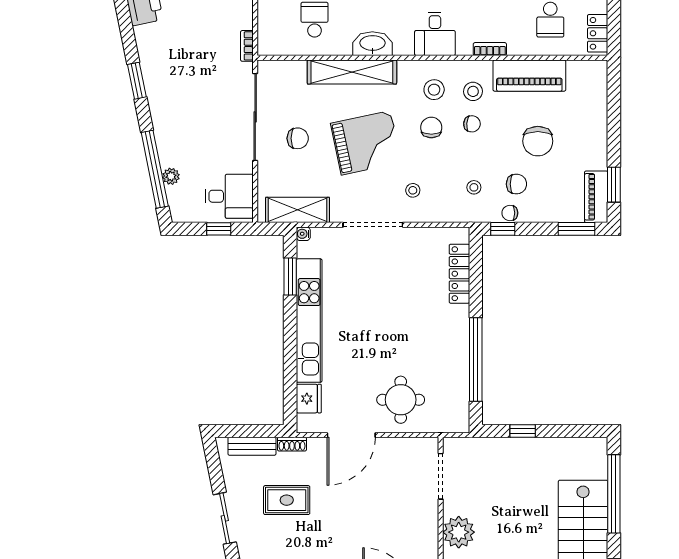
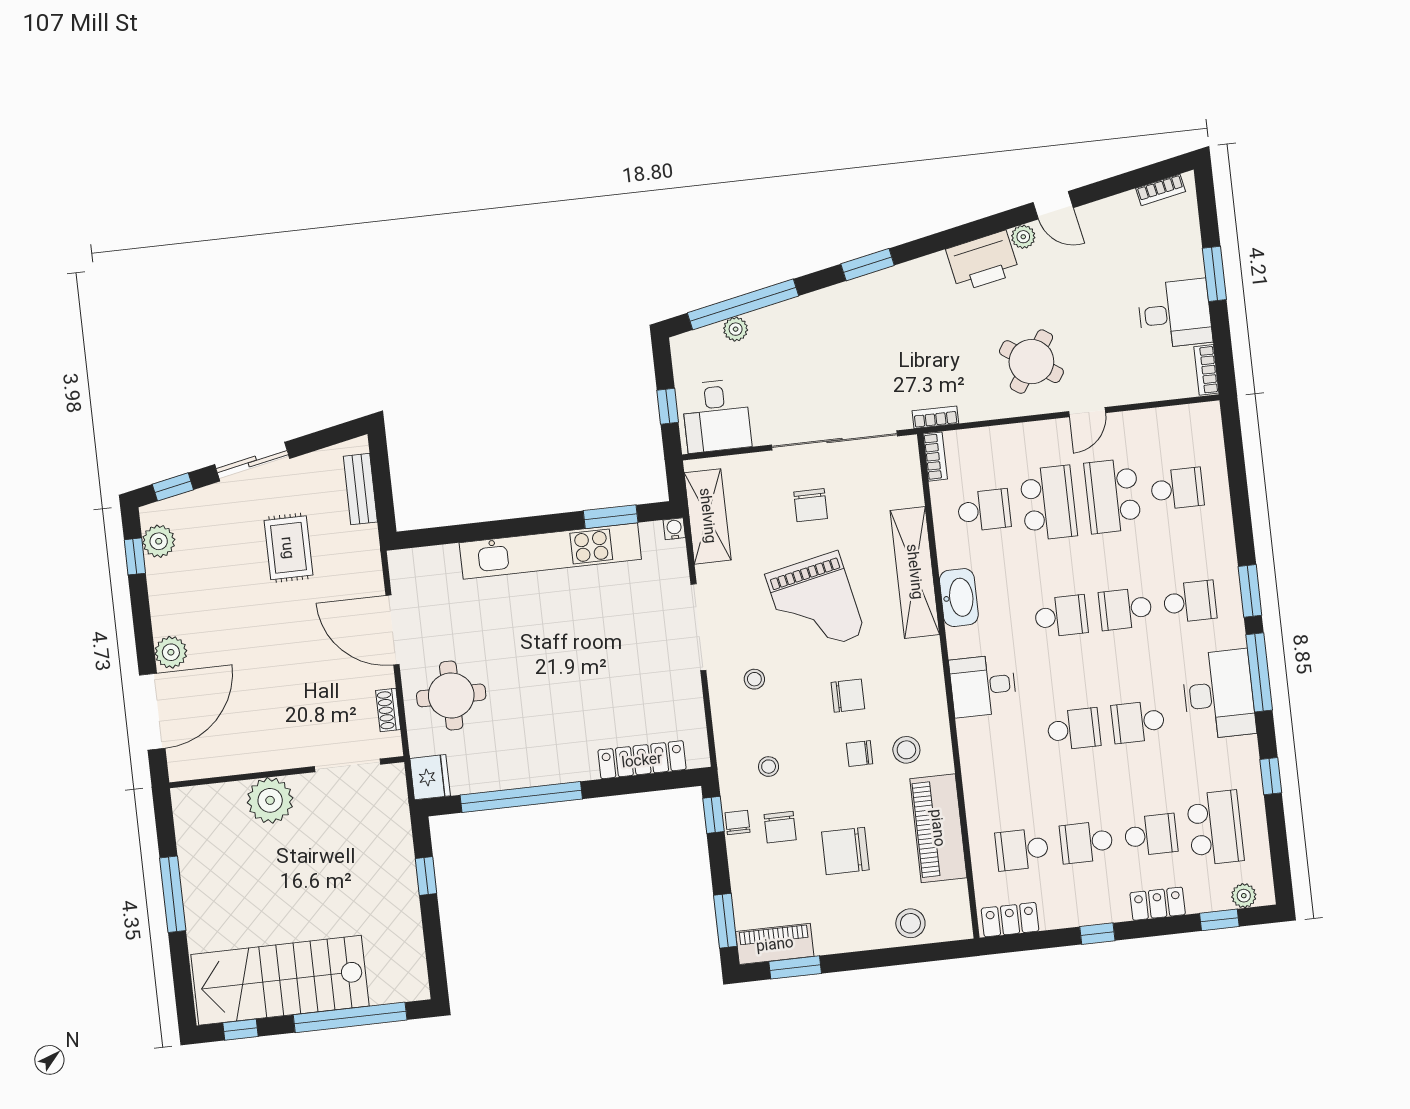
bookcase: (490, 49) -> (935, 457), moved
stool: (434, 90) -> (910, 923), moved
chair: (472, 124) -> (860, 753), turned 85
fridge: (309, 399) -> (430, 777), moved, turned -90
shoe rack: (292, 444) -> (388, 710), moved

